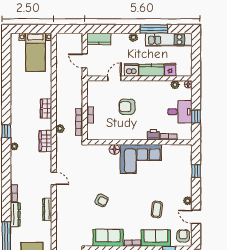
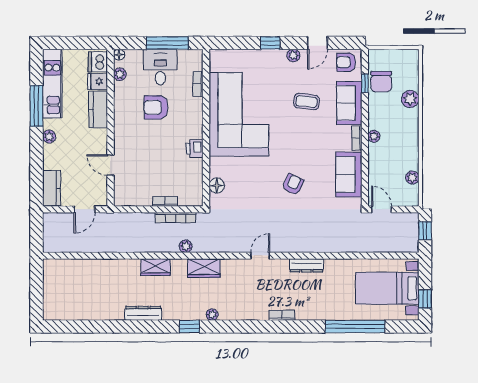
bed with nightstands: (35, 52) -> (71, 283), removed
dishwasher: (131, 70) -> (98, 62), moved
armchair: (127, 107) -> (156, 107), moved, turned 90
window: (196, 116) -> (167, 43), width x2.17
printer: (153, 135) -> (195, 149), moved
floor lamp: (114, 149) -> (217, 186), moved
corner sofa: (141, 159) -> (239, 114), width x1.36, depth x1.36
window: (196, 171) -> (270, 43), moved
dresser: (15, 215) -> (143, 313), moved

